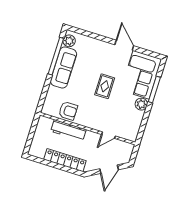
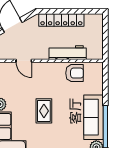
armchair: (68, 111) -> (75, 73), turned 180
door: (109, 135) -> (24, 61), swing flipped

